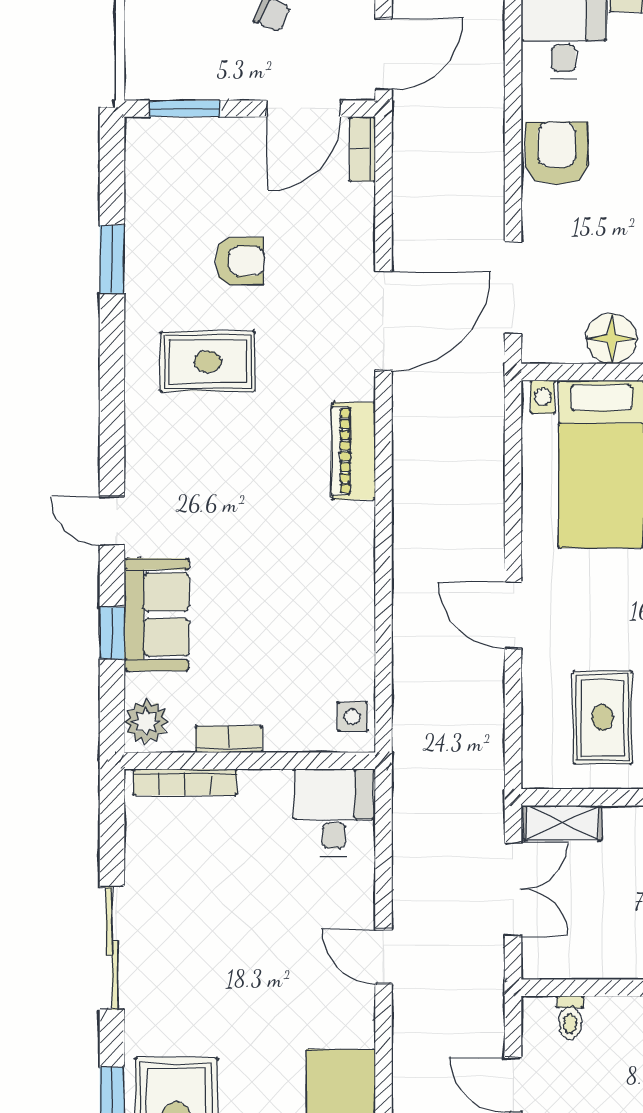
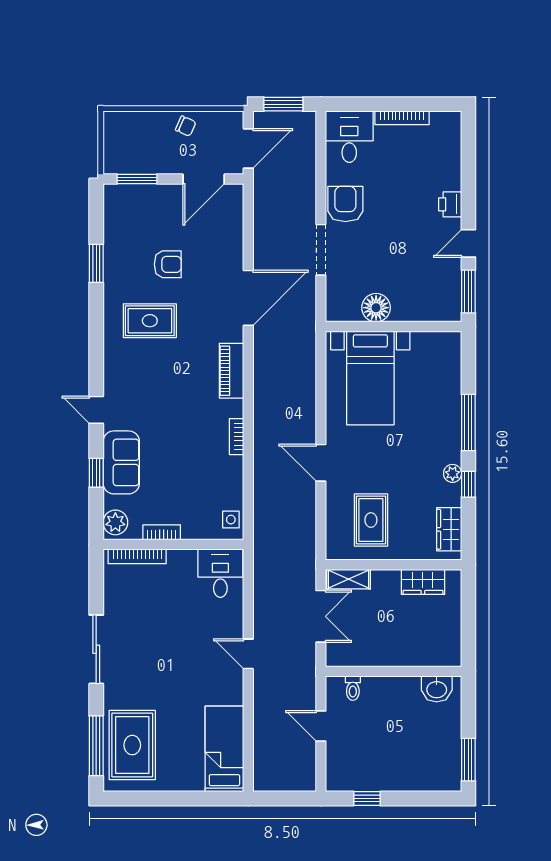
bookcase: (362, 149) -> (237, 437), moved
doorway: (513, 288) -> (321, 250), moved

